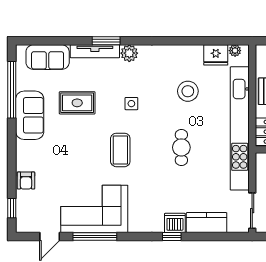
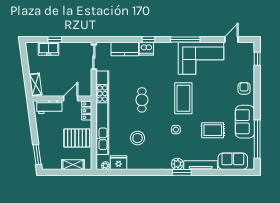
window: (106, 41) -> (182, 172), moved
coffee table: (120, 150) -> (183, 98), width x1.36, depth x1.32
armchair: (26, 181) -> (244, 88), moved
window: (95, 236) -> (185, 39), moved

